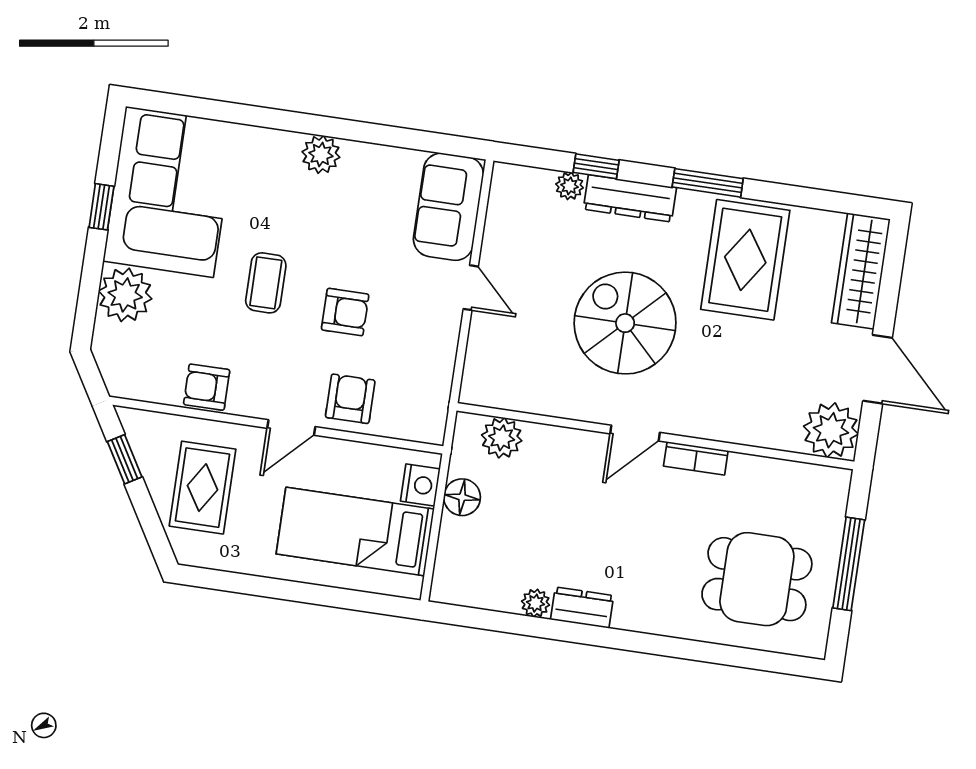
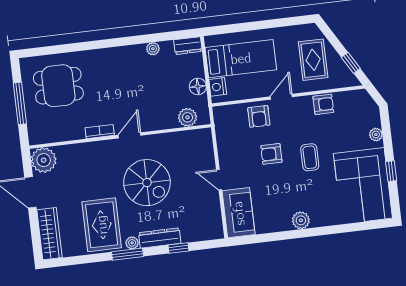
plant: (570, 186) -> (132, 243), moved
plant: (125, 295) -> (376, 135), width x0.53, depth x0.53
dresser: (582, 608) -> (188, 46), moved

